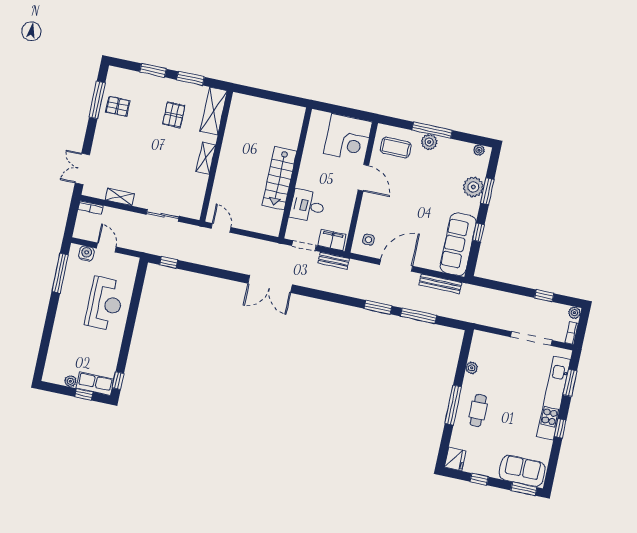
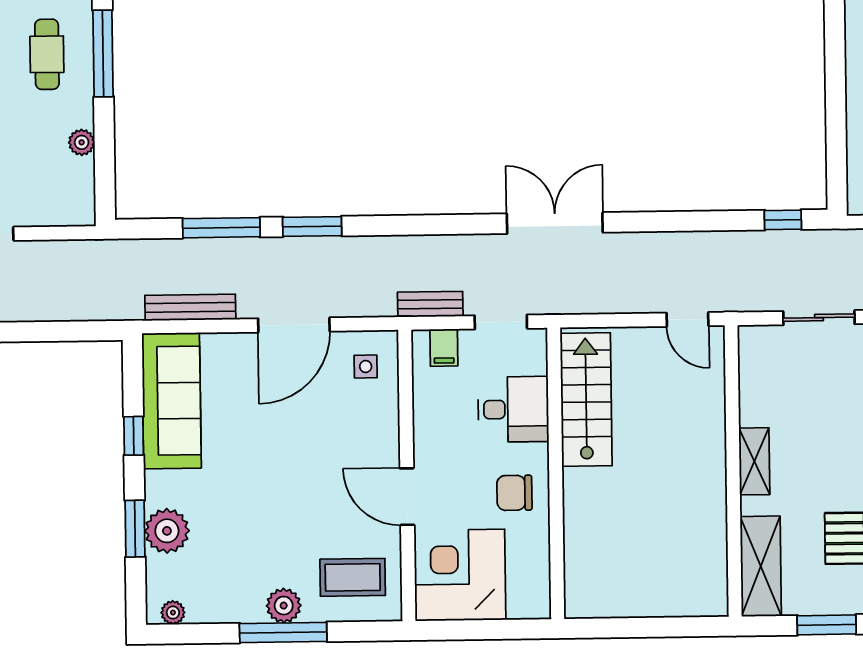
chair: (315, 169) -> (514, 493), added
stairs: (279, 178) -> (586, 399), moved
filing cabinet: (332, 240) -> (444, 348), width x0.50

